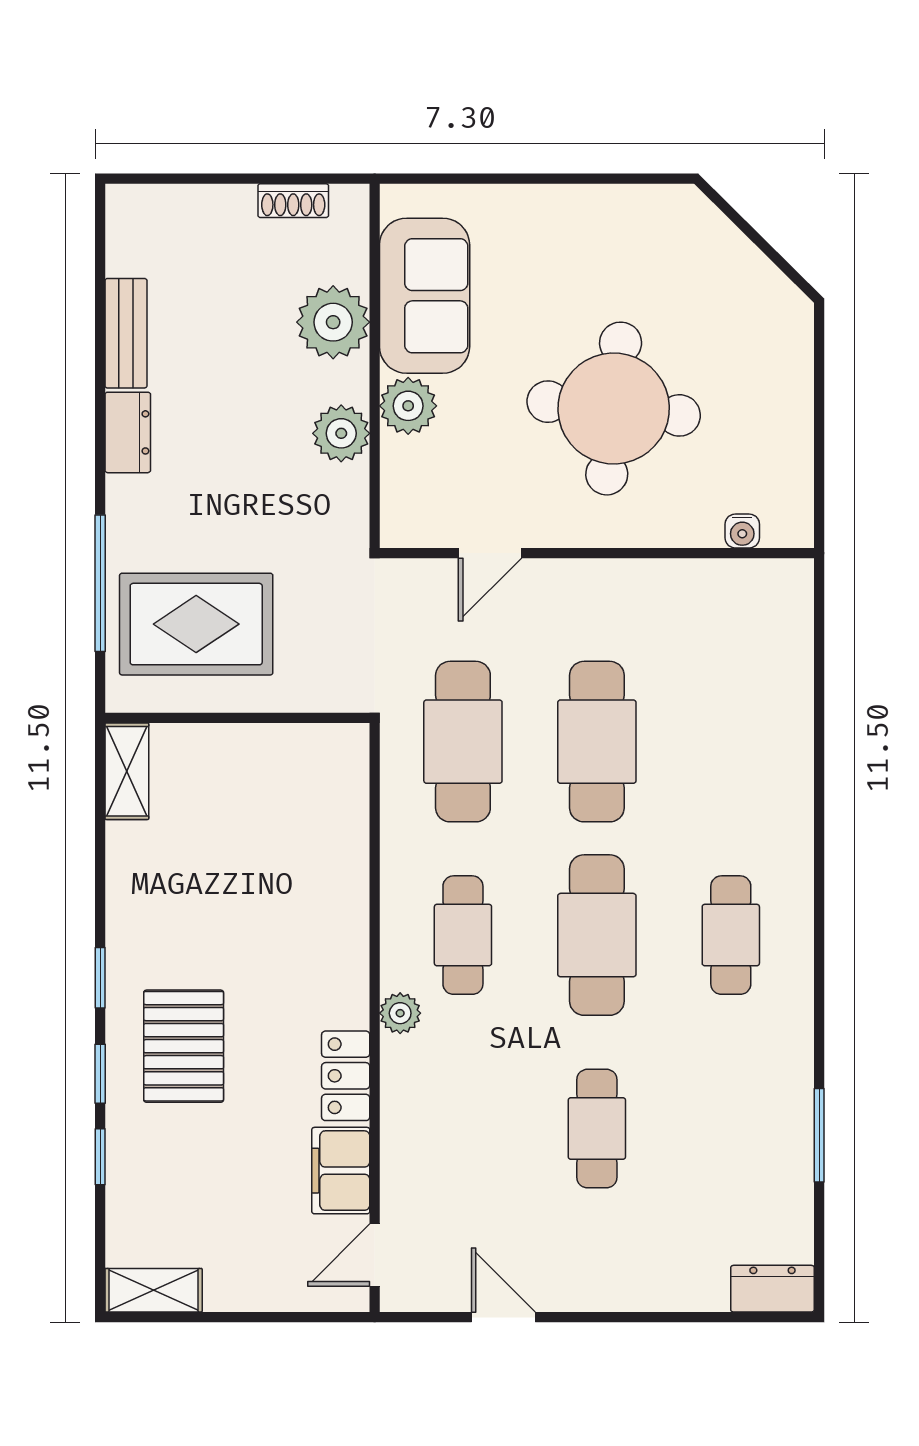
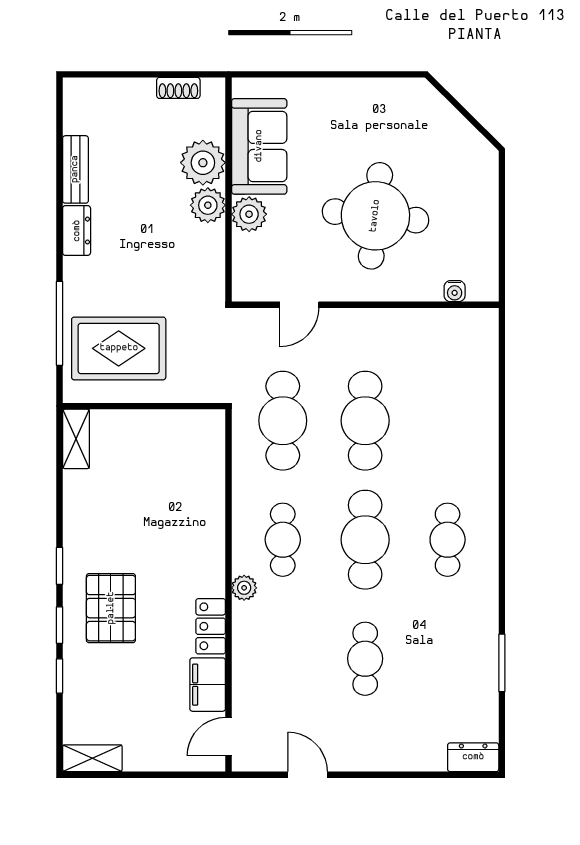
plant: (341, 433) -> (208, 205), moved

